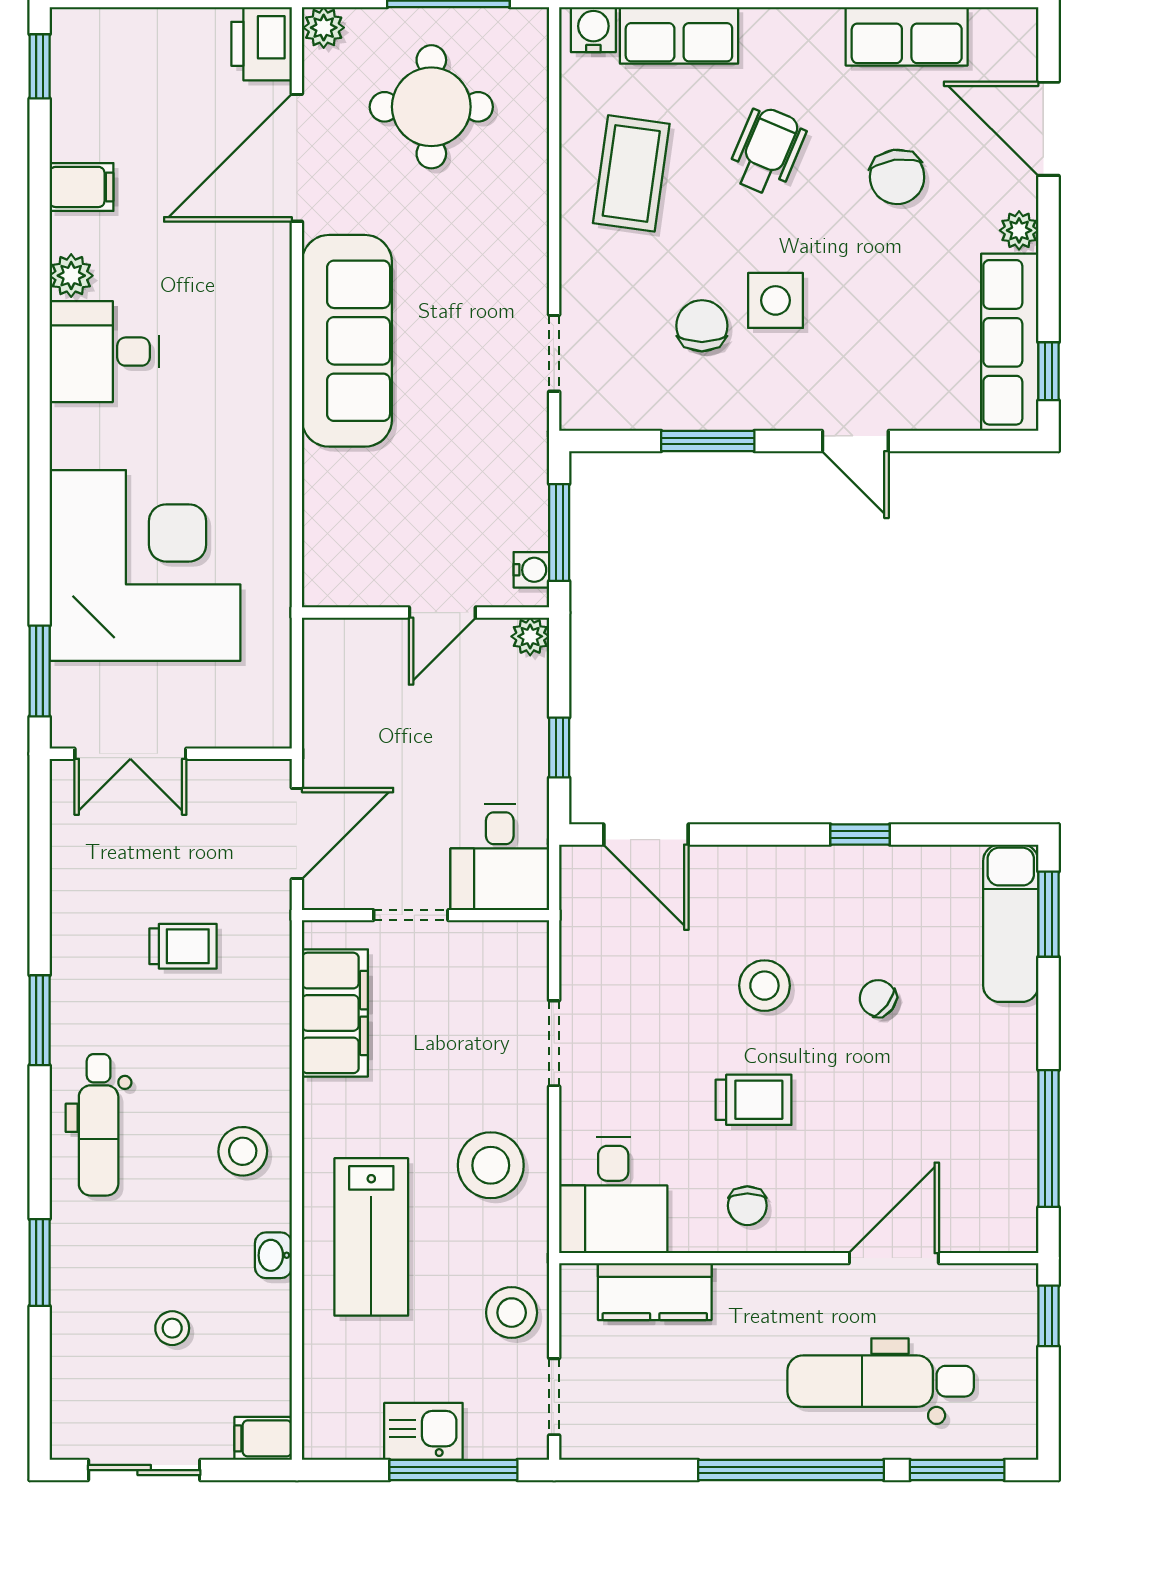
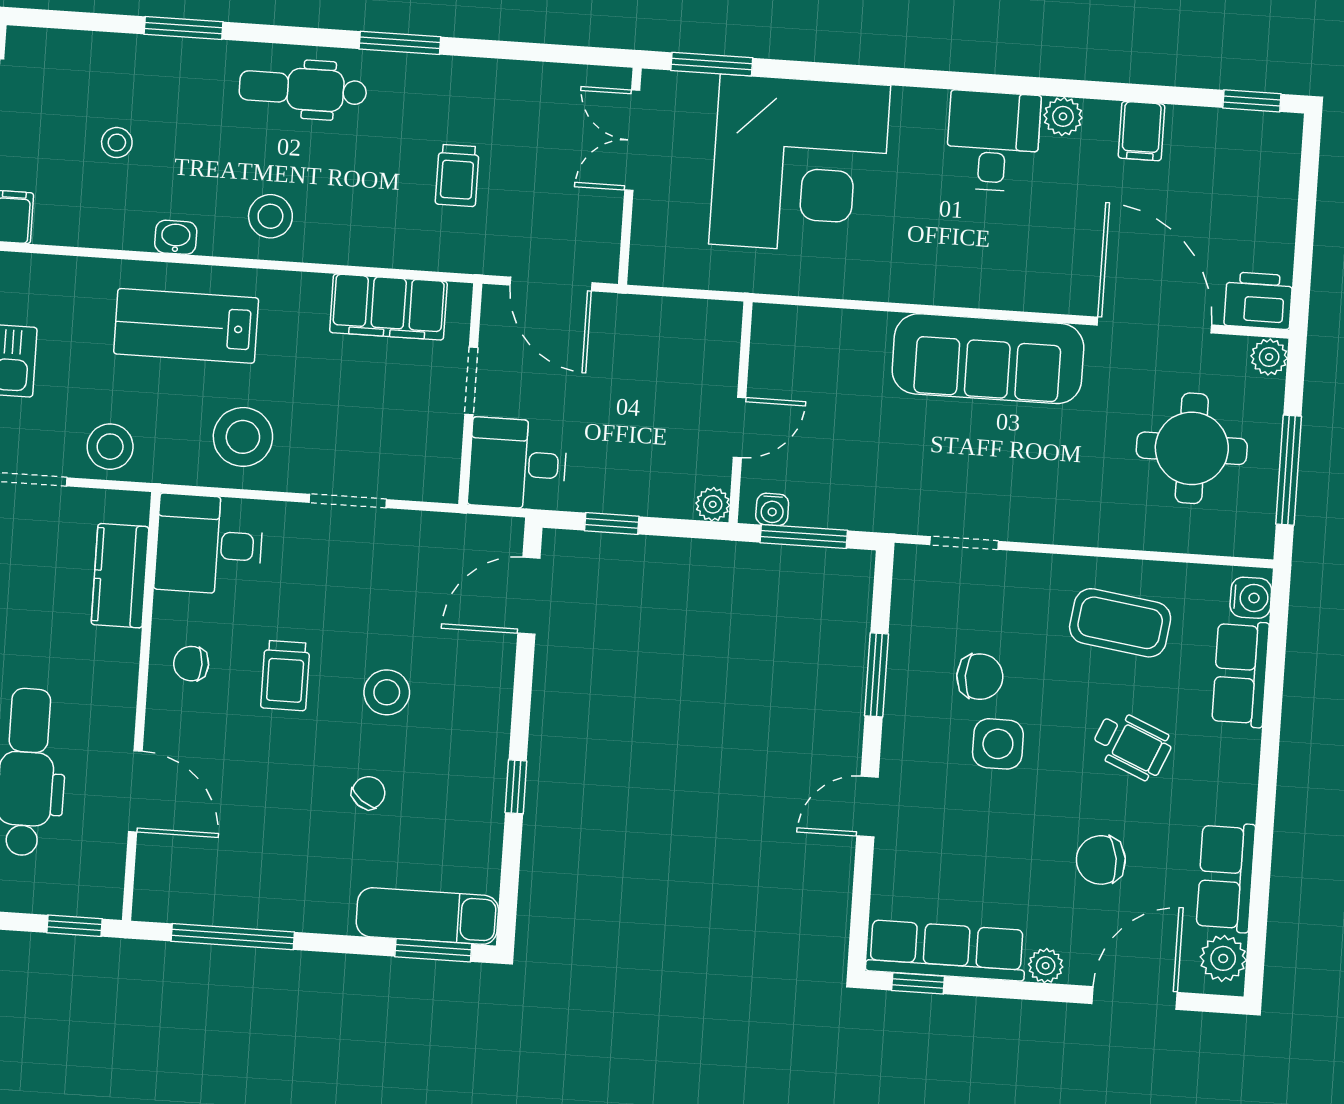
plant: (997, 33) -> (1223, 958), added
door: (442, 613) -> (739, 427), swing flipped

